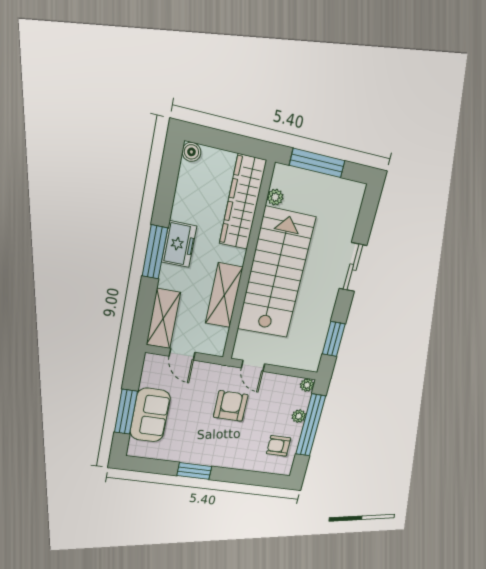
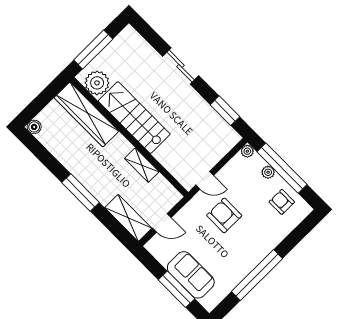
plant: (275, 197) -> (97, 83), width x1.87, depth x1.87
freezer: (179, 244) -> (86, 174), removed
stairs: (276, 273) -> (134, 118), width x0.73, depth x0.66
shelving: (224, 295) -> (142, 165), width x0.67, depth x0.75
armchair: (279, 446) -> (282, 202), turned 90
window: (194, 471) -> (257, 275), width x2.11

